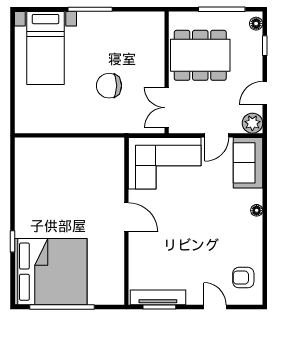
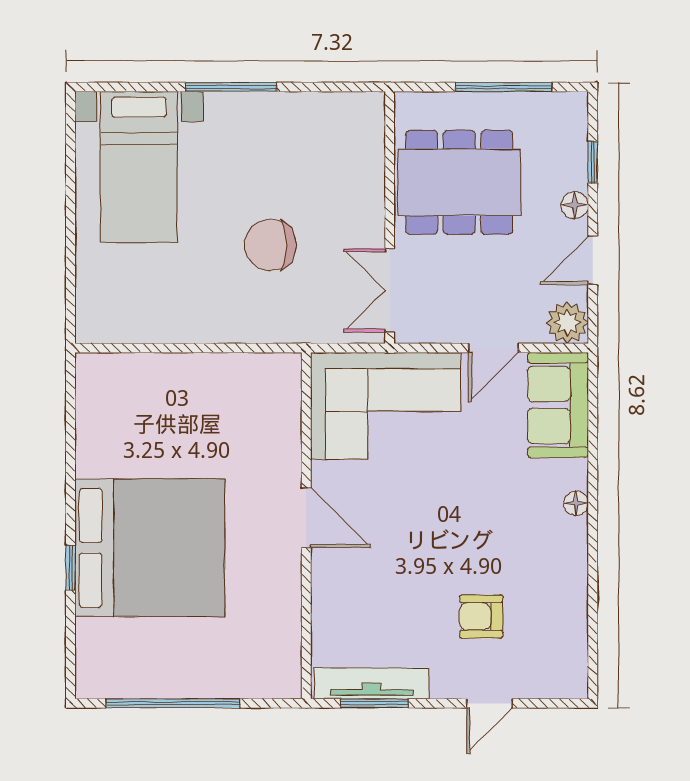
floor lamp: (256, 24) -> (575, 205), moved
bed: (51, 272) -> (150, 548), moved
armchair: (243, 278) -> (481, 616), moved
door: (215, 307) -> (490, 703), swing flipped

